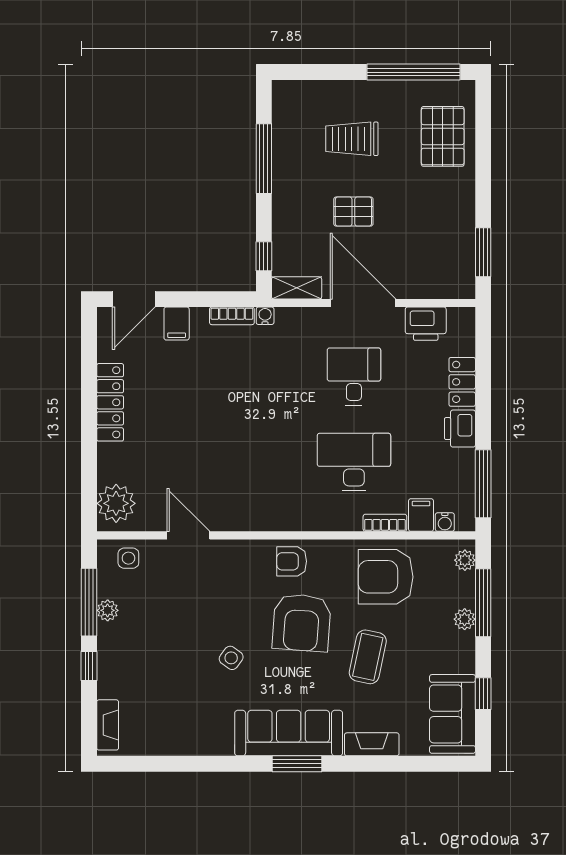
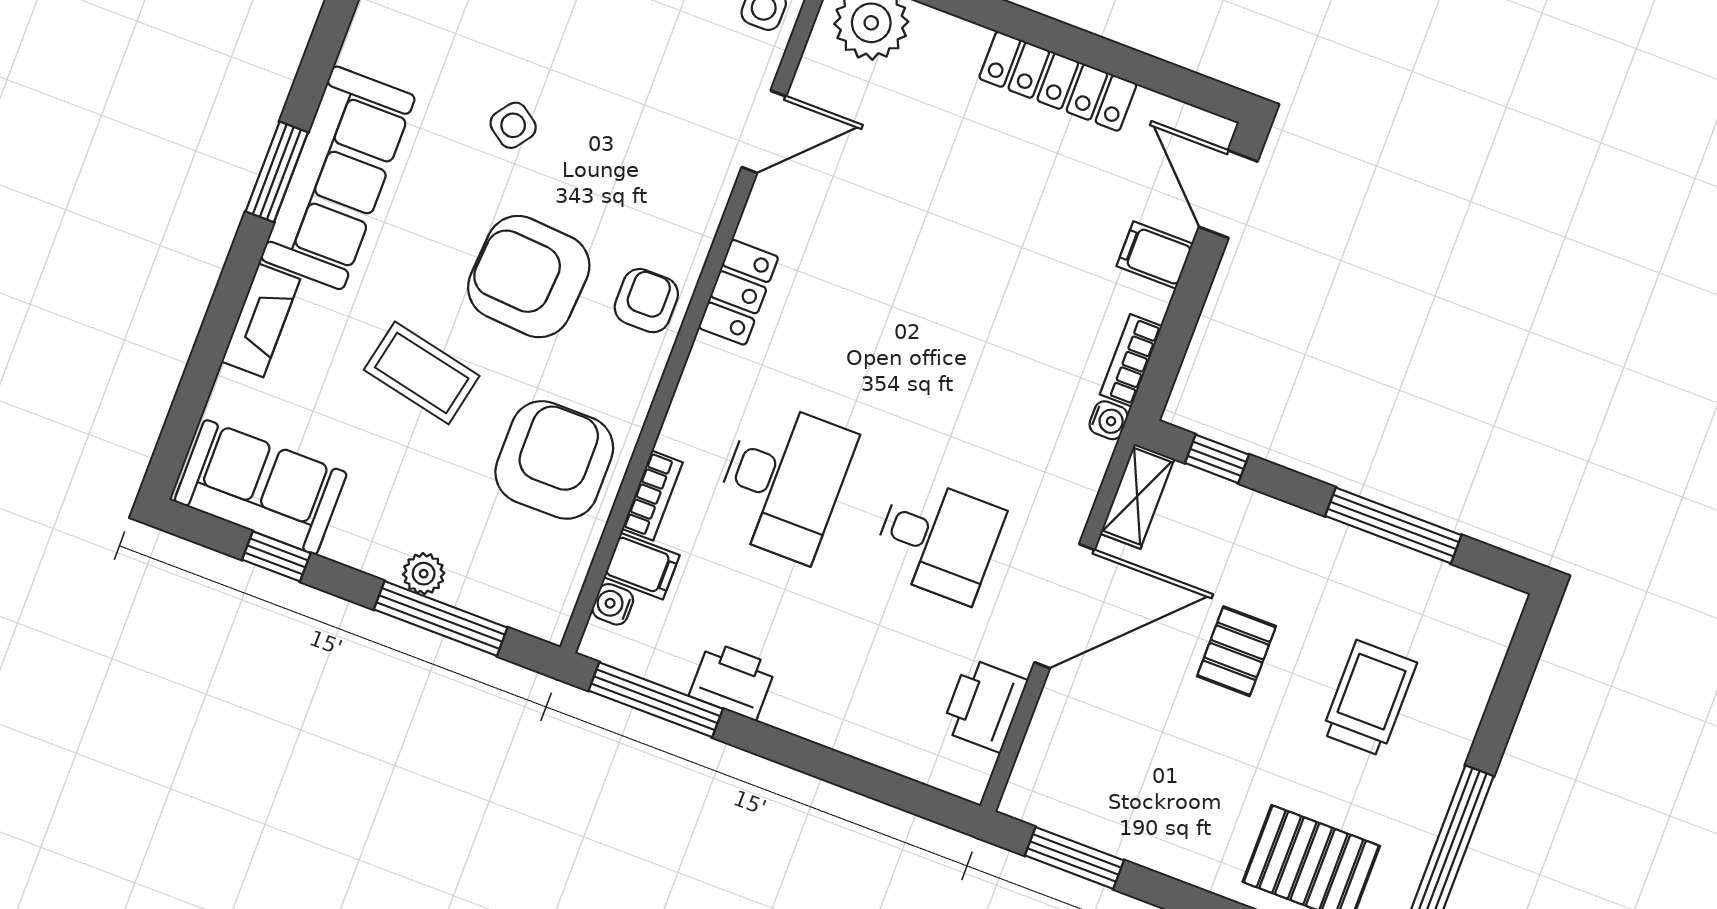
locker: (462, 382) -> (738, 292), moved, turned 90
printer: (460, 429) -> (733, 681), moved
plant: (465, 560) -> (530, 614), removed

